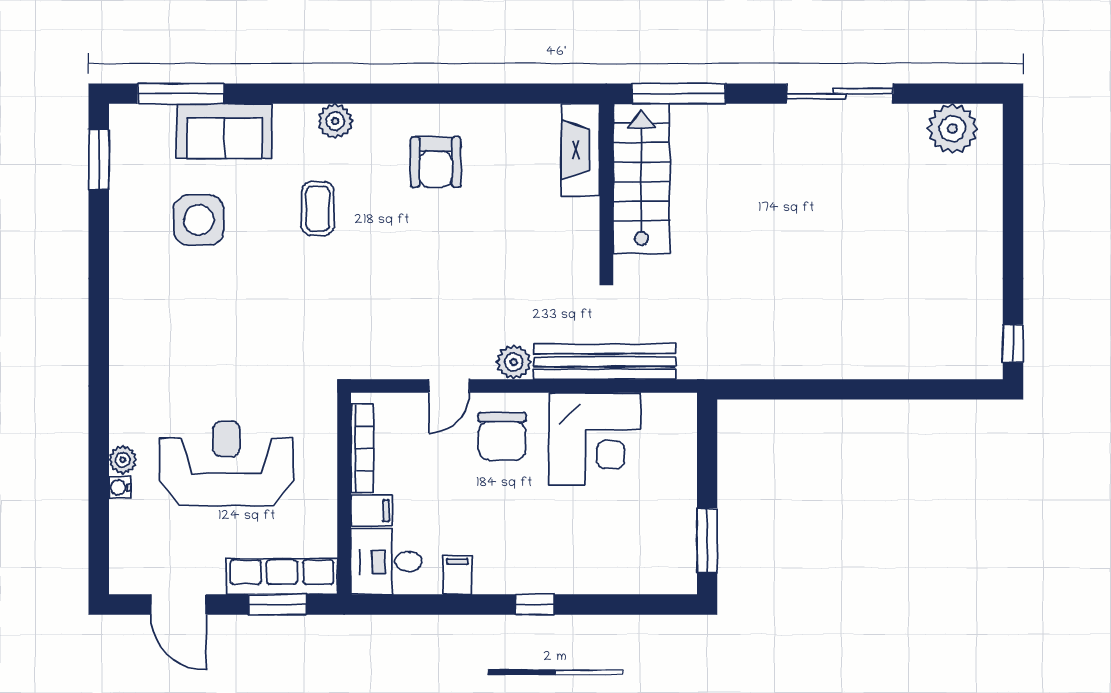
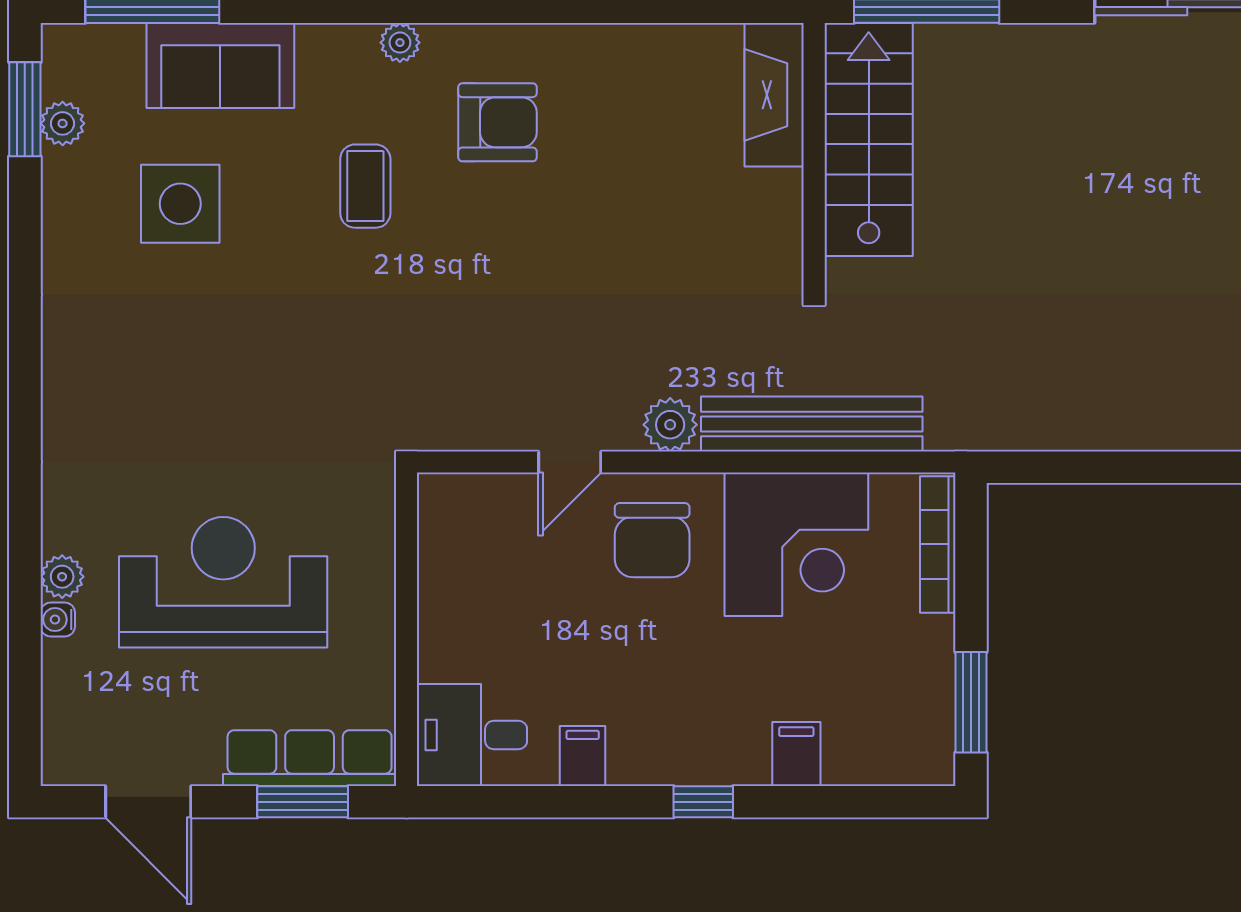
plant: (335, 121) -> (400, 43), width x0.73, depth x0.73
armchair: (436, 162) -> (497, 122), moved, turned -90
plant: (123, 168) -> (63, 123), added
bookcase: (362, 448) -> (938, 544), moved, turned 180
filing cabinet: (371, 511) -> (796, 754), moved, turned -90

